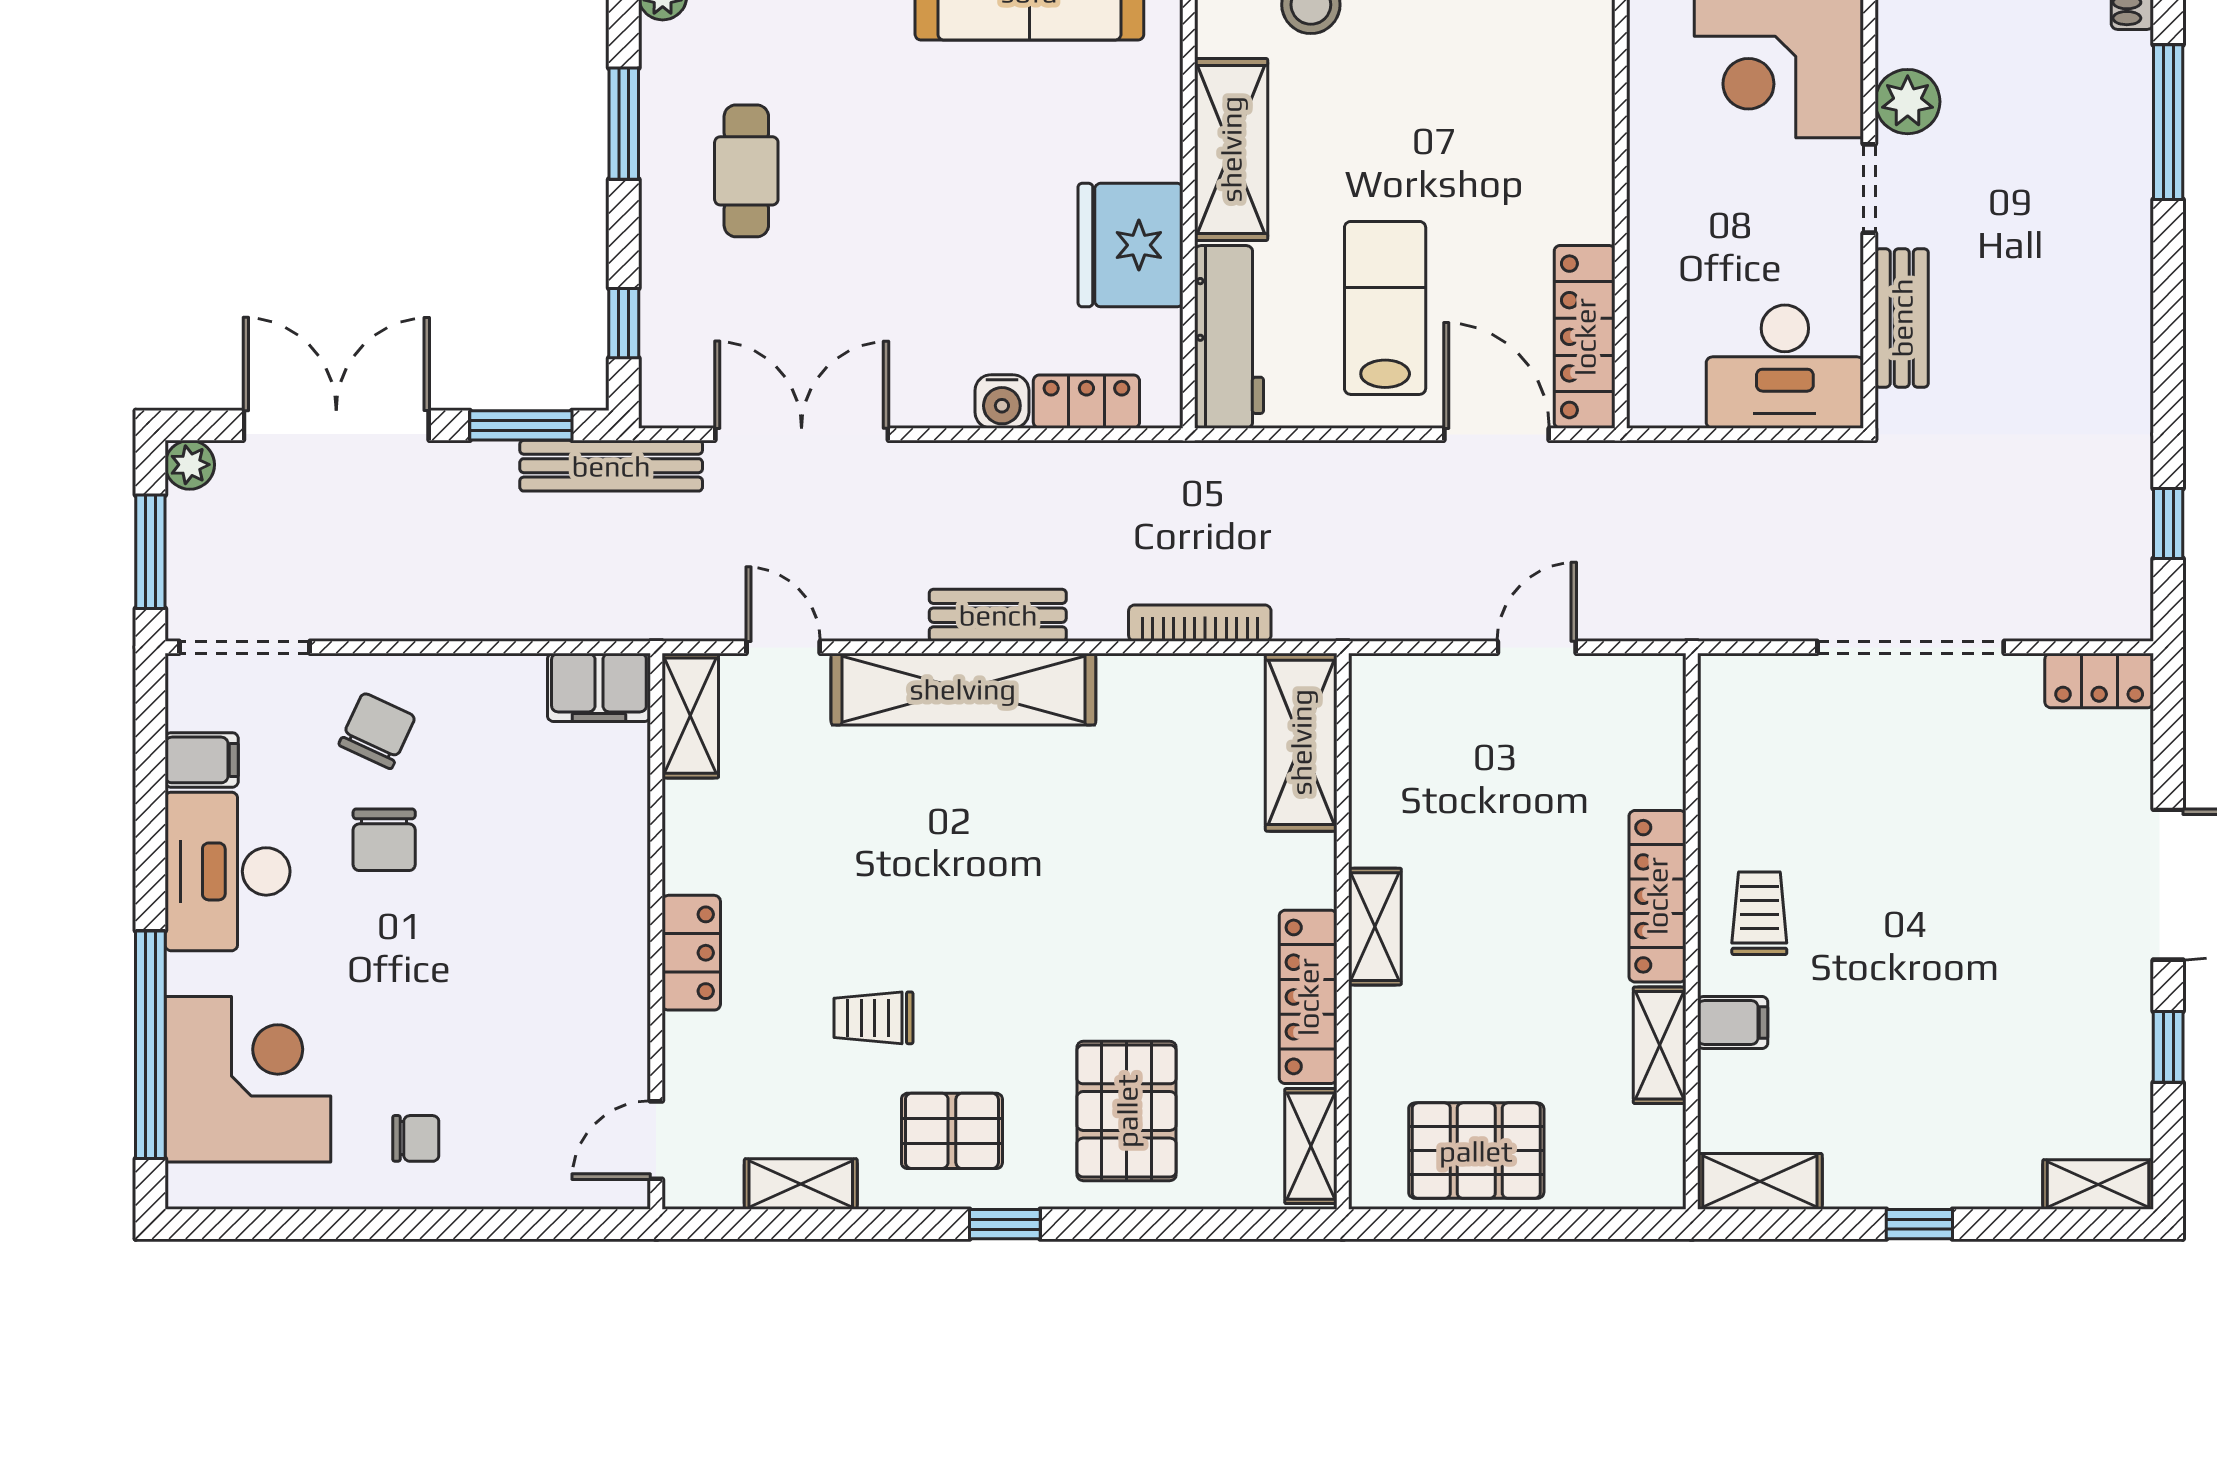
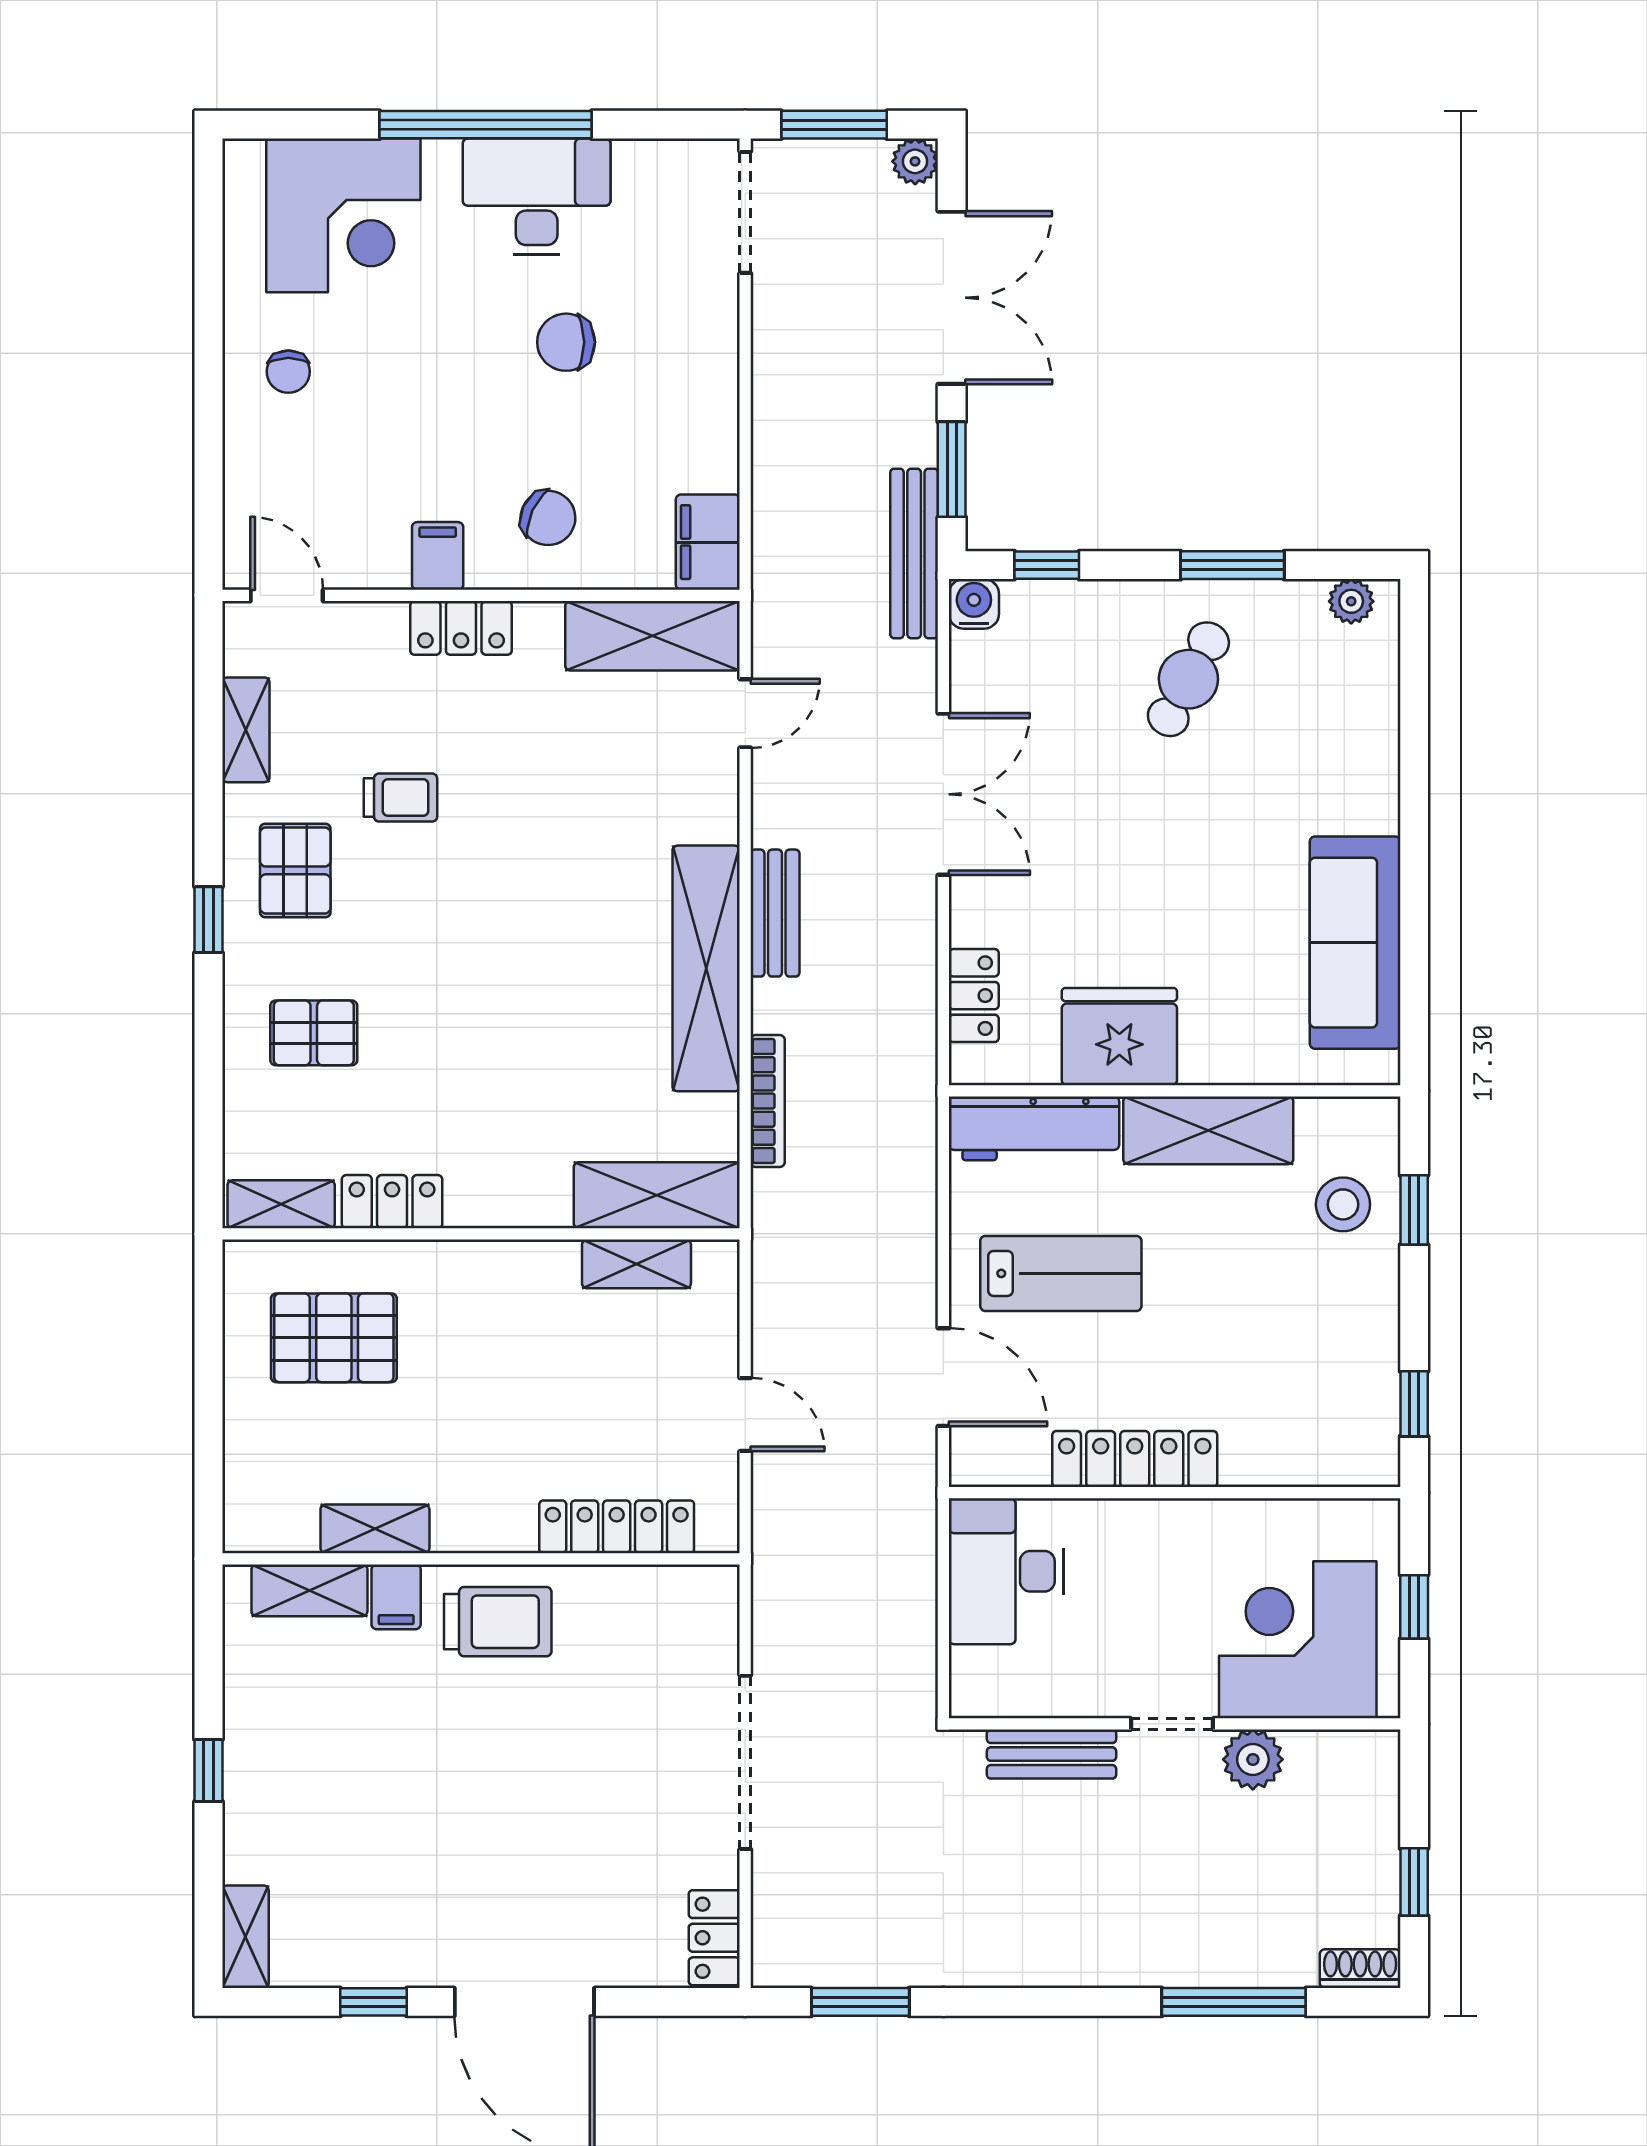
cafe table: (746, 171) -> (1188, 679), turned -62
locker: (1585, 337) -> (1135, 1459), moved
desk: (1785, 367) -> (1006, 1571), moved
water cooler: (1002, 401) -> (974, 604), moved, turned 90
double door: (802, 434) -> (943, 794), moved
door: (1497, 434) -> (943, 1377), hinge flipped
window: (2168, 524) -> (860, 2002), width x1.50
shelving: (963, 689) -> (706, 968), moved
shelving: (690, 716) -> (653, 636), width x1.50, depth x1.33
chair: (377, 731) -> (548, 518), moved
filing cabinet: (202, 760) -> (438, 556), moved, turned 180
locker: (1657, 896) -> (617, 1527), moved
trolley: (1759, 913) -> (498, 1622), width x1.36, depth x1.39
shelving: (1375, 927) -> (636, 1264), moved
locker: (1308, 997) -> (392, 1202), width x0.66
trolley: (874, 1018) -> (400, 798), turned 90
window: (150, 1045) -> (486, 125), moved
pallet: (1127, 1111) -> (314, 1033), width x0.67, depth x0.71
pallet: (1476, 1151) -> (334, 1338), moved, turned 90
shelving: (1760, 1181) -> (309, 1590), moved, turned 90

